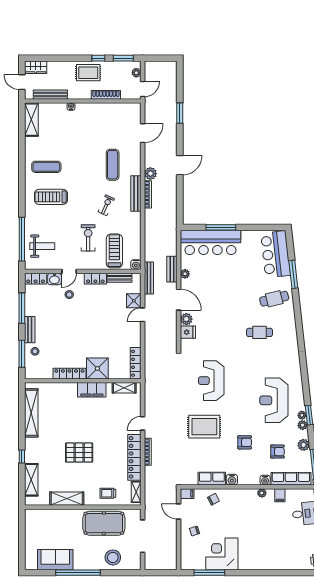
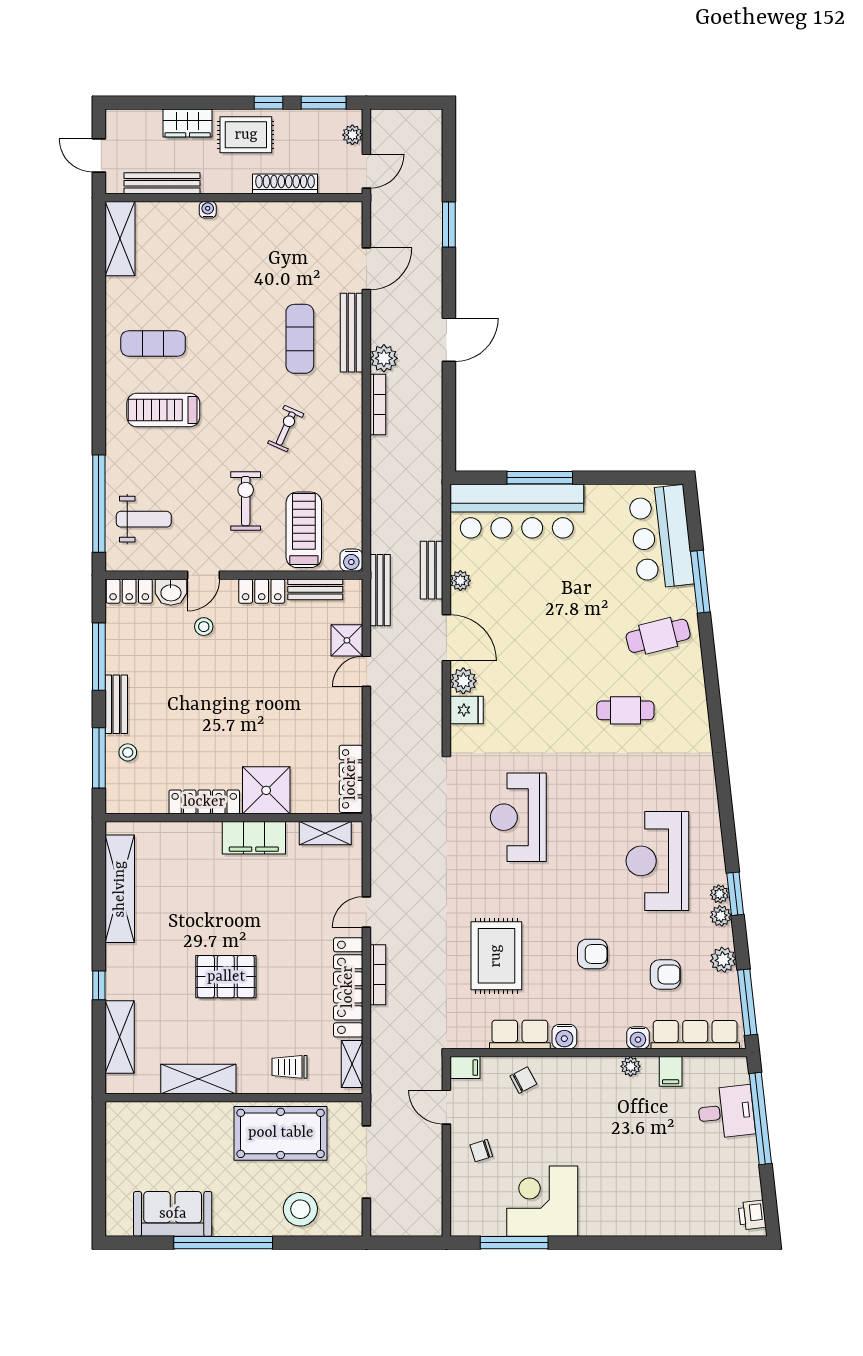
wardrobe: (36, 67) -> (188, 123), moved
bench: (136, 193) -> (351, 333), moved
rug: (204, 427) -> (496, 956), moved, turned 90

